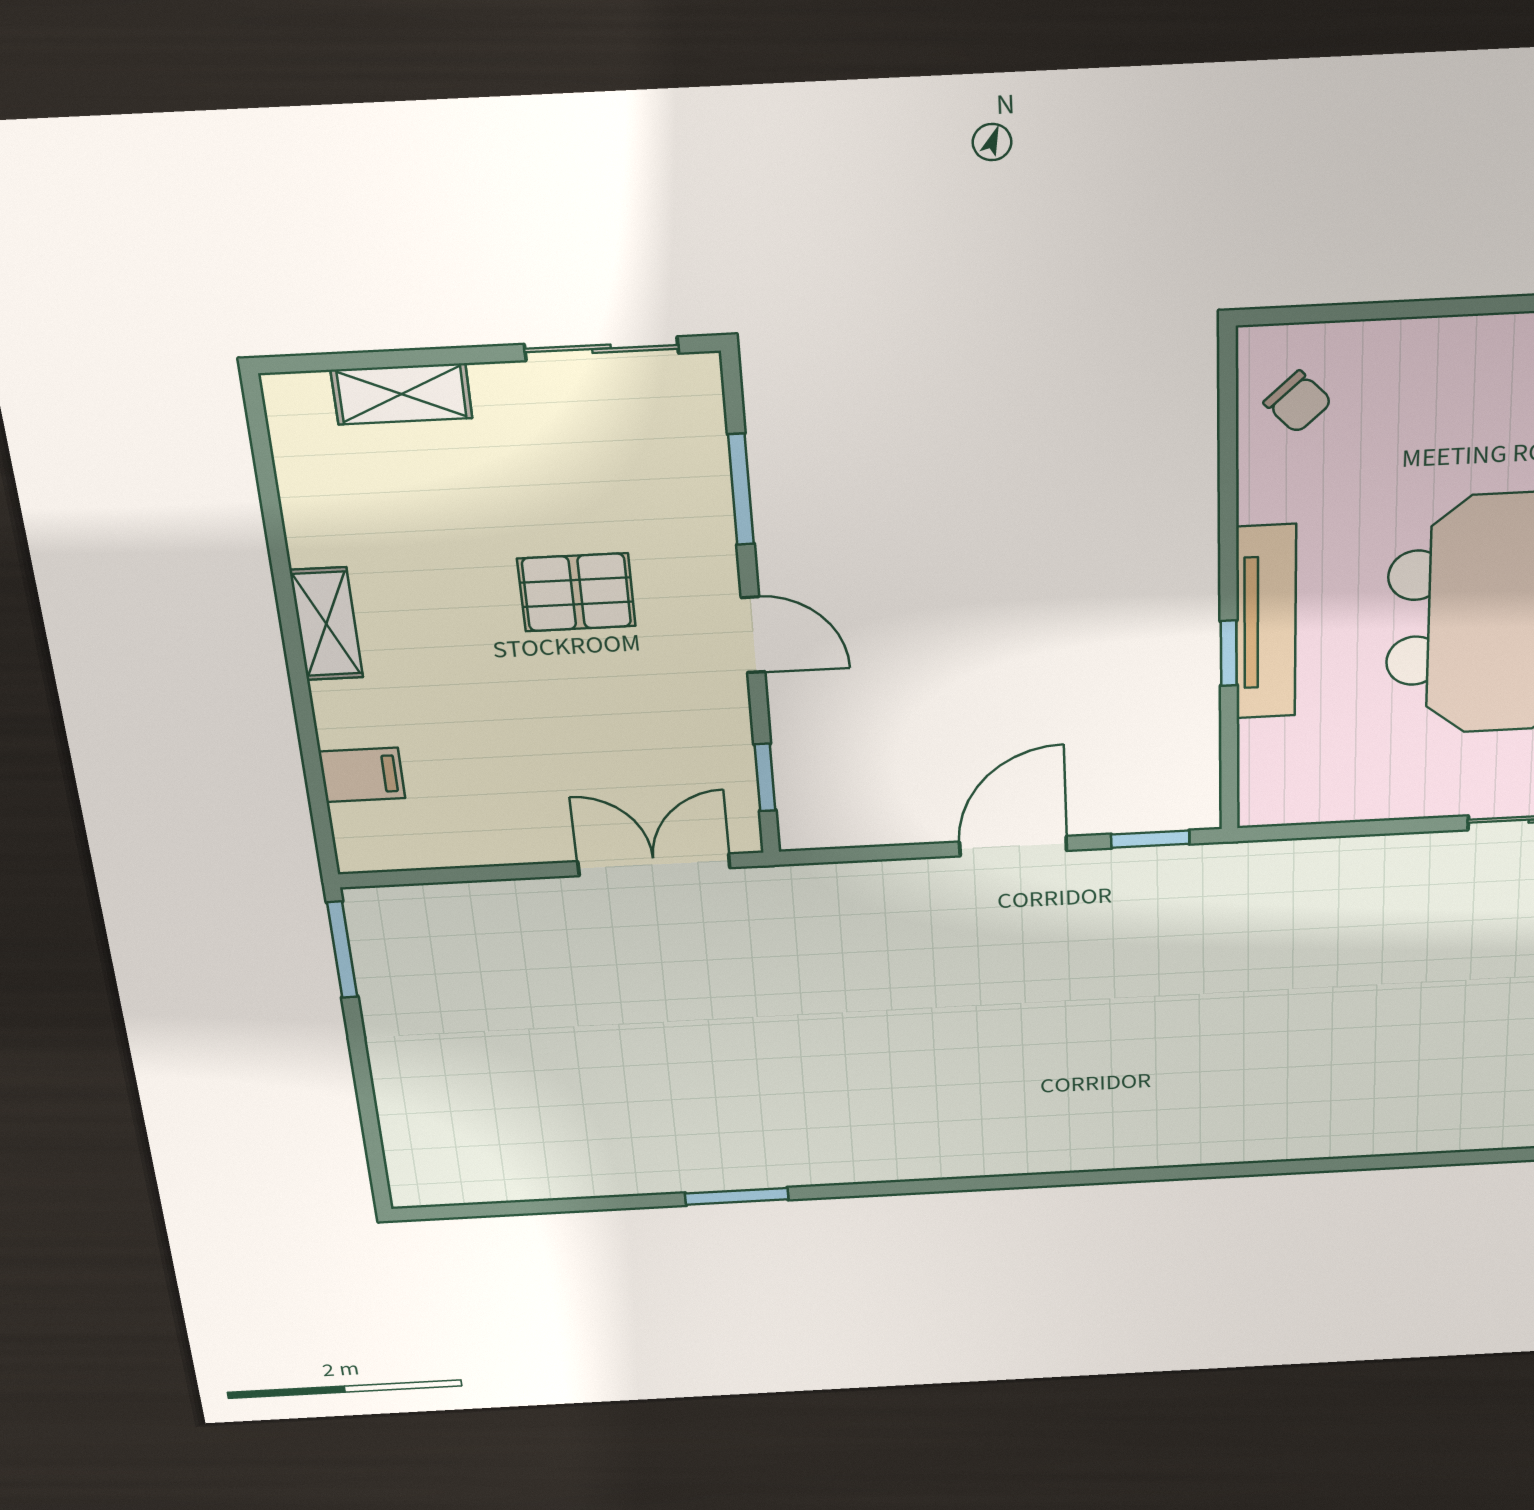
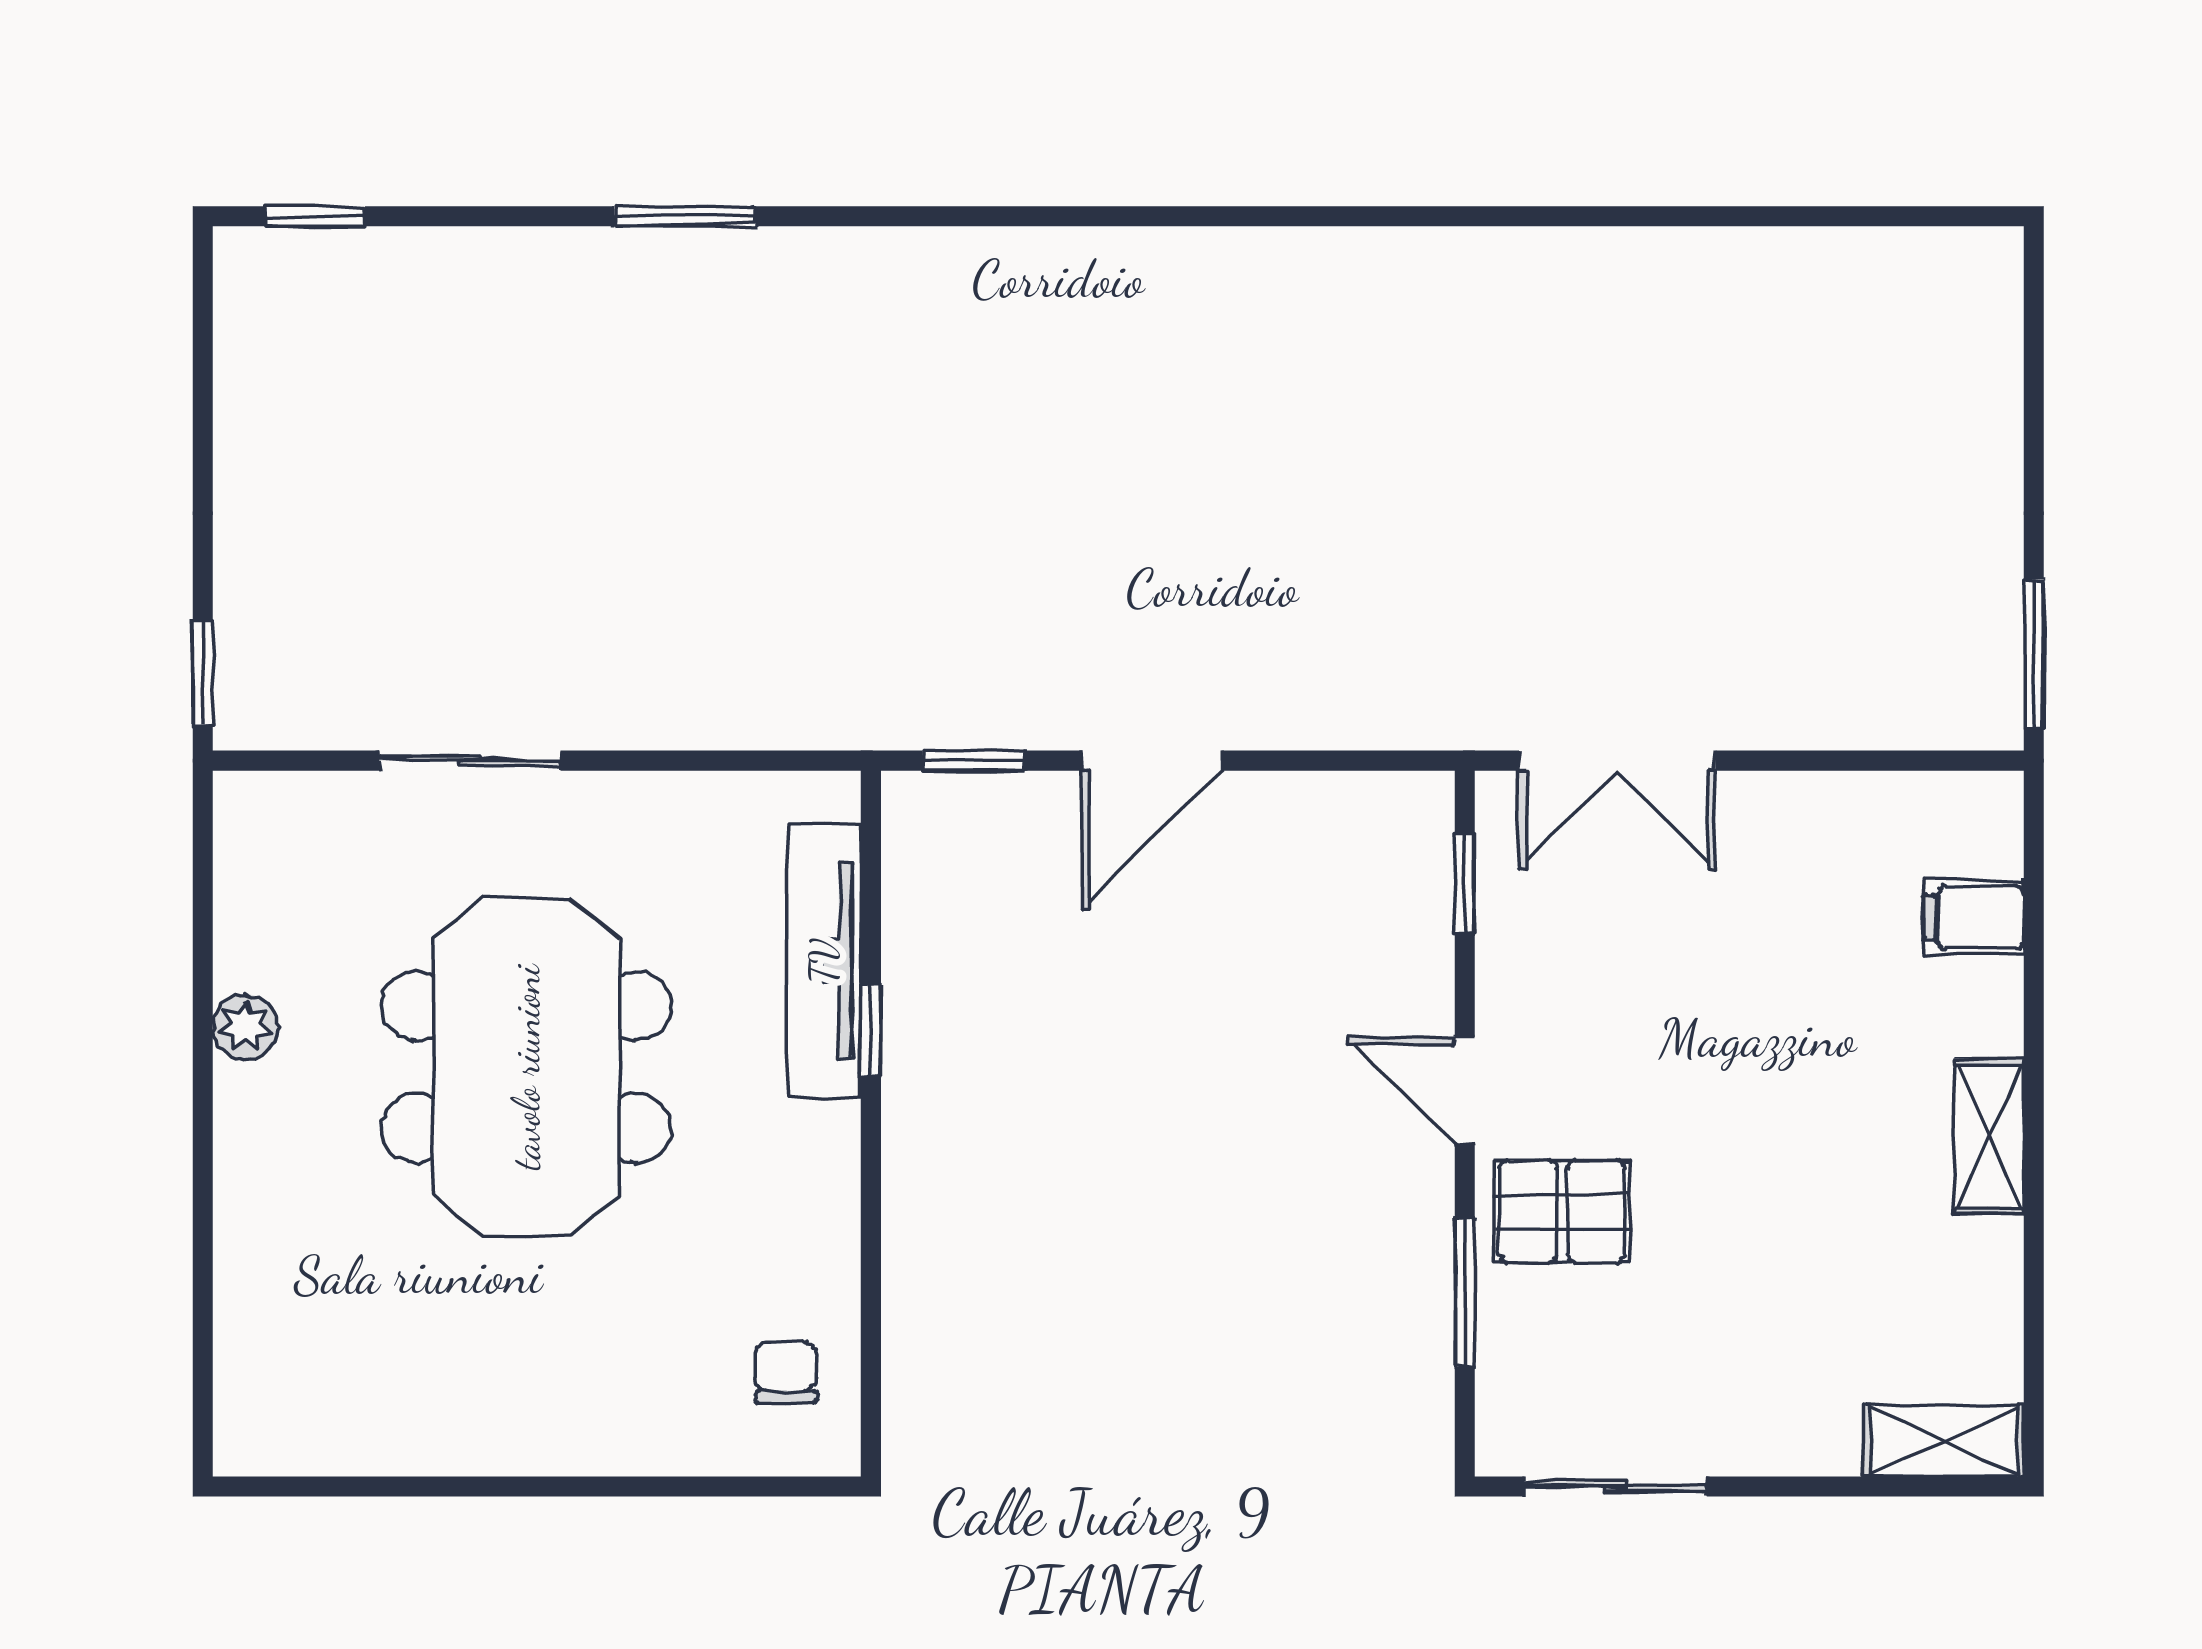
shelving: (402, 394) -> (1944, 1441), moved
chair: (1298, 402) -> (786, 1372), turned 43
pallet: (577, 592) -> (1562, 1211), moved
tv unit: (1266, 622) -> (824, 961), moved
window: (737, 1196) -> (685, 216), moved

